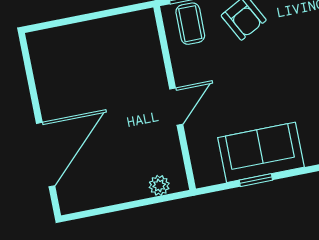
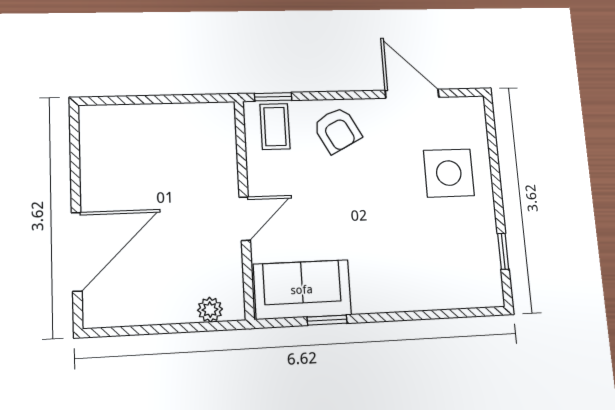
sofa: (261, 152) -> (302, 290), moved

